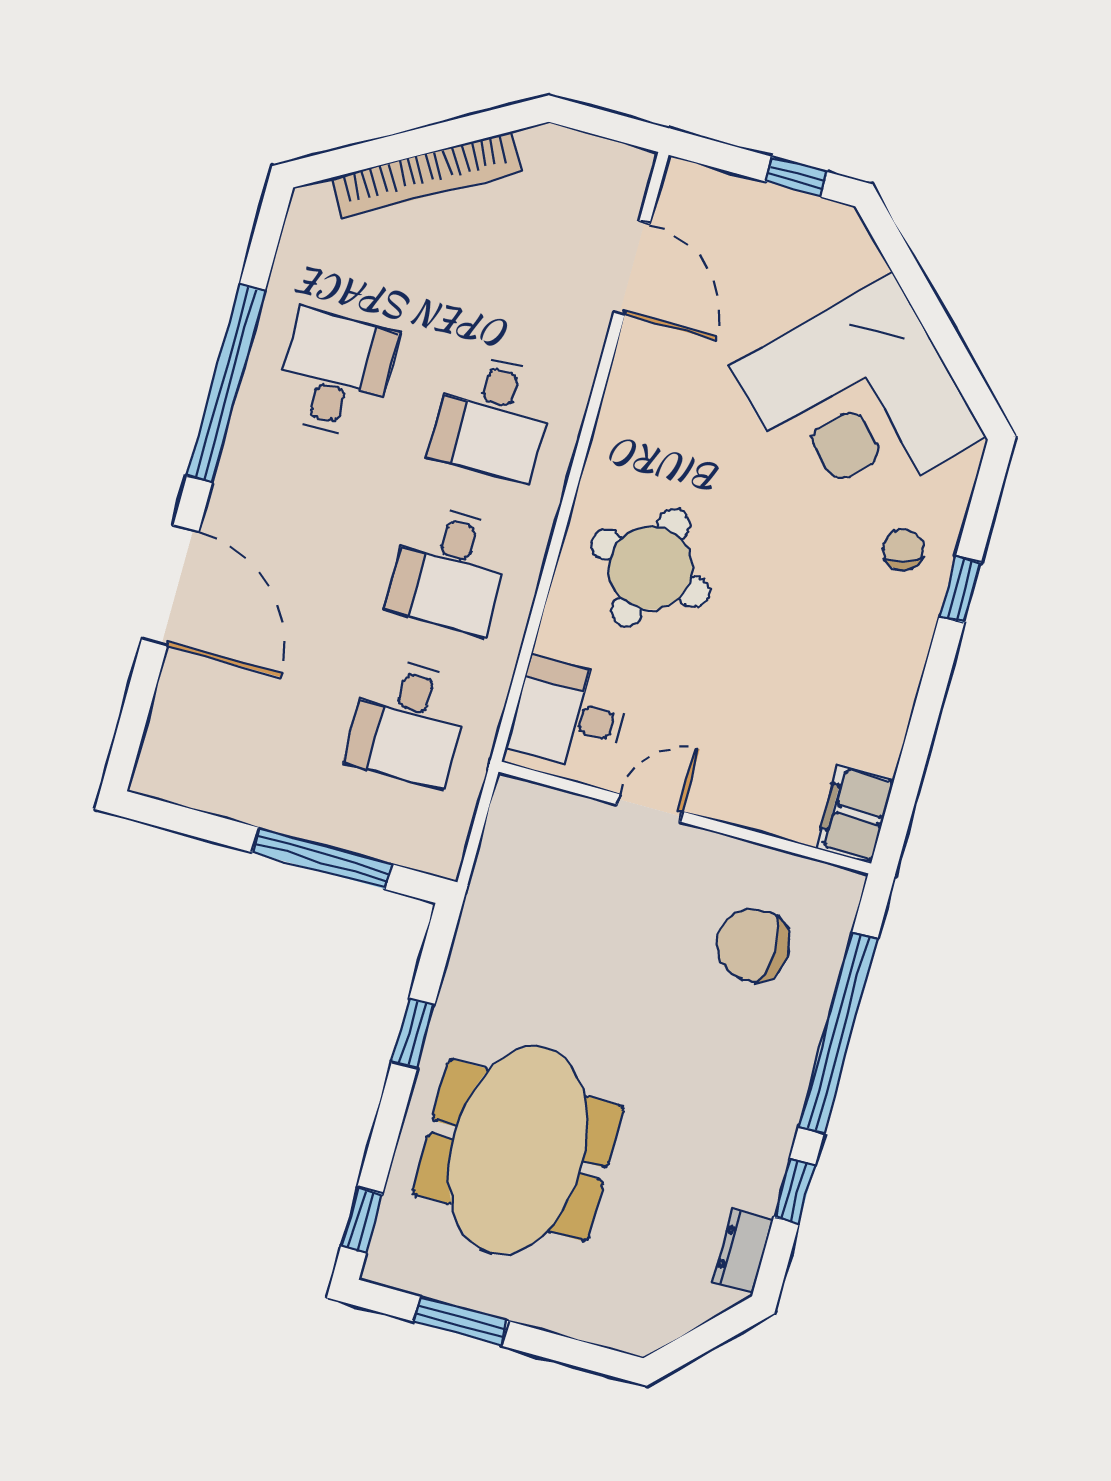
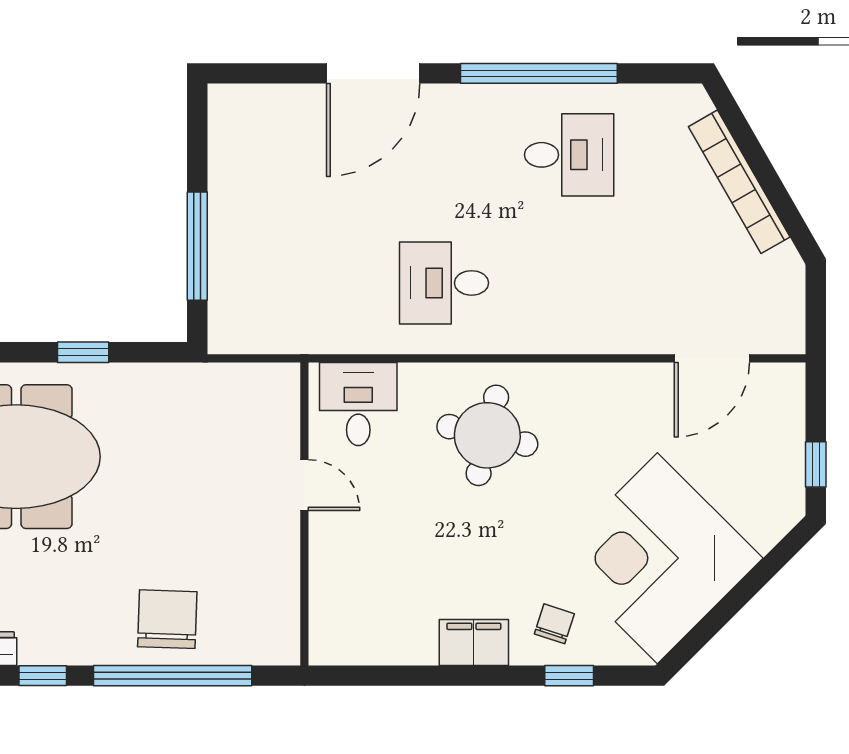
desk: (492, 417) -> (569, 283), removed
chair: (903, 549) -> (554, 624), turned -54
window: (960, 589) -> (569, 676), moved
desk: (408, 722) -> (319, 283), removed
filing cabinet: (855, 814) -> (474, 642), moved
chair: (753, 945) -> (167, 619), moved

